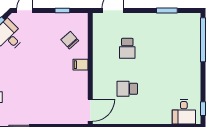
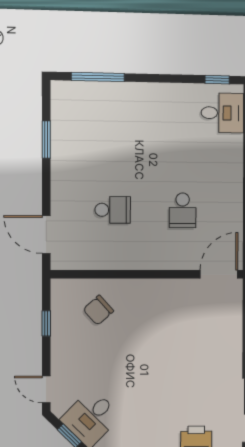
window: (203, 40) -> (98, 77), width x0.68
filing cabinet: (81, 65) -> (141, 291), removed
door: (90, 110) -> (219, 274), hinge flipped

